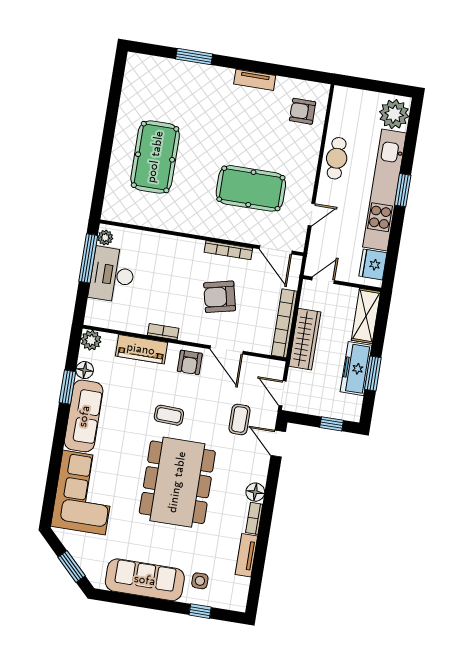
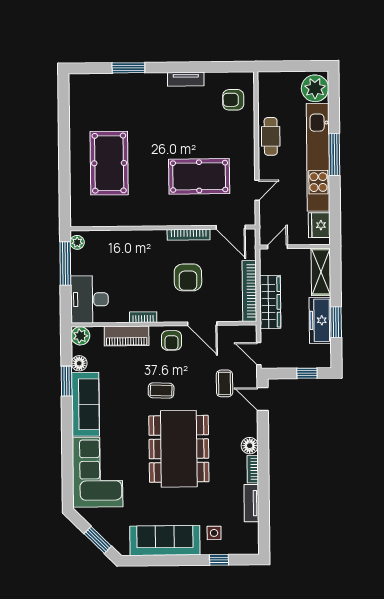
window: (403, 190) -> (334, 155), width x1.44
desk: (112, 275) -> (89, 299), moved
armchair: (220, 297) -> (188, 277), turned -77

